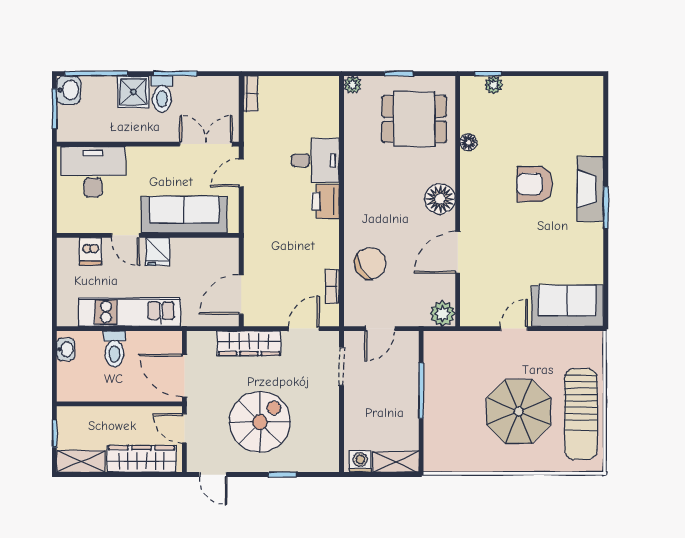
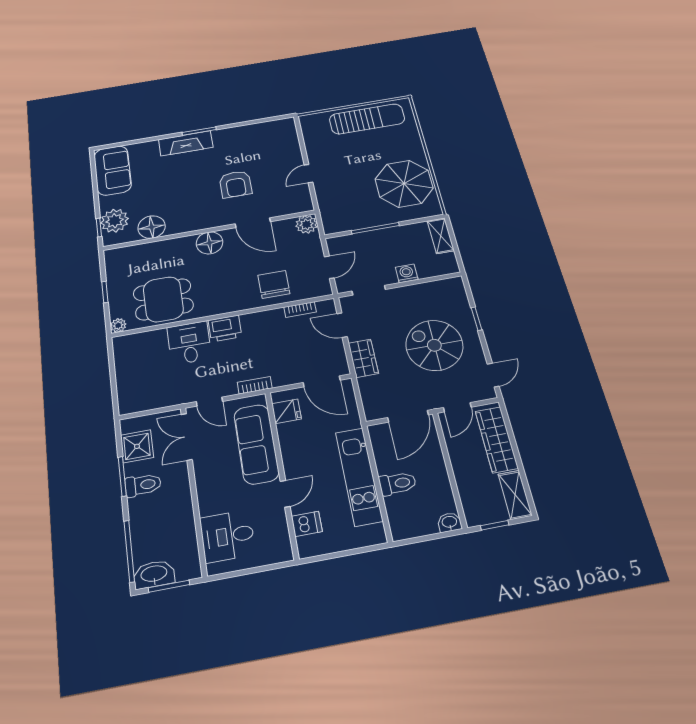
plant: (494, 85) -> (115, 221), width x1.88, depth x1.88
washbasin: (69, 90) -> (154, 574), width x1.38
shower: (133, 92) -> (137, 446), moved
bookcase: (251, 94) -> (255, 385), moved
dining table: (414, 119) -> (163, 299), moved, turned 90
floor lamp: (468, 142) -> (152, 227), width x1.89, depth x1.89
desk: (93, 172) -> (228, 536), width x0.73
armchair: (535, 184) -> (236, 184), moved
fridge: (158, 252) -> (286, 411), moved
chair: (370, 263) -> (274, 284), turned 31
sofa: (567, 306) -> (113, 170), moved, turned 180
door: (380, 329) -> (329, 267), hinge flipped
door: (514, 329) -> (309, 174), hinge flipped
wardrobe: (249, 343) -> (363, 358), width x0.67
washbasin: (66, 349) -> (449, 522), moved
parasol: (519, 411) -> (404, 184), moved
washing machine: (360, 462) -> (407, 273), moved, turned 90

